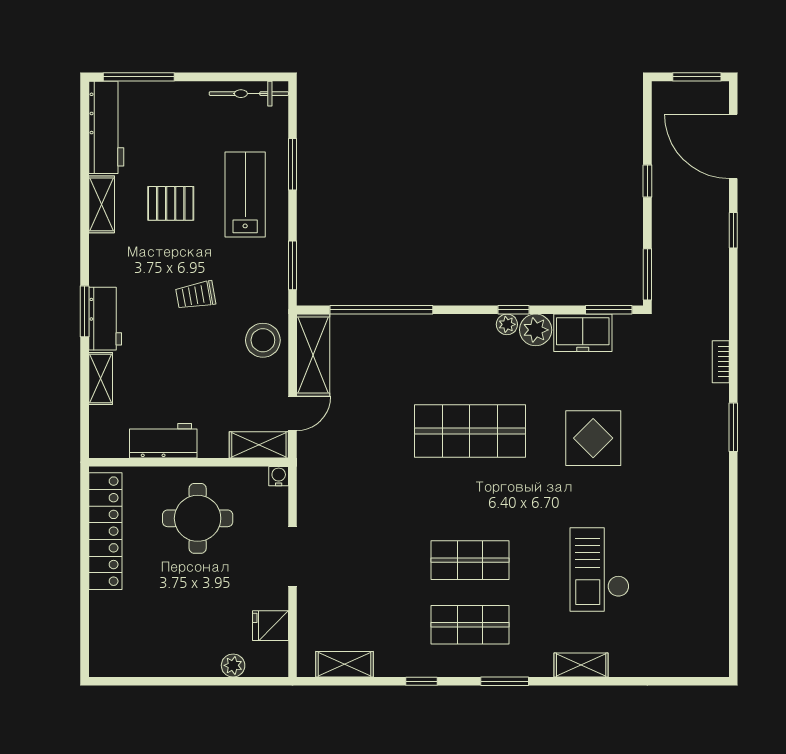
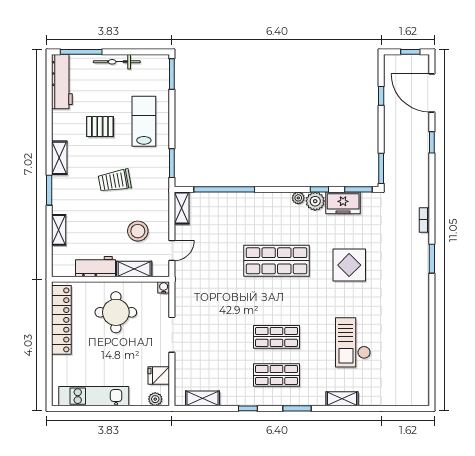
window: (697, 77) -> (410, 52), width x0.67
bicycle: (249, 94) -> (117, 62), moved
window: (293, 164) -> (172, 74), moved
window: (647, 181) -> (381, 96), moved
shelving: (102, 204) -> (59, 158), moved
trolley: (196, 295) -> (115, 181), width x1.36, depth x1.39
window: (513, 310) -> (319, 189), moved
workbench: (105, 319) -> (61, 195), removed
stool: (263, 340) -> (138, 231), moved
shelving: (313, 355) -> (182, 208), width x0.67, depth x0.75
shelving: (259, 445) -> (134, 269), moved
kitchen unit: (160, 660) -> (94, 396), added
plant: (233, 665) -> (155, 399), moved

